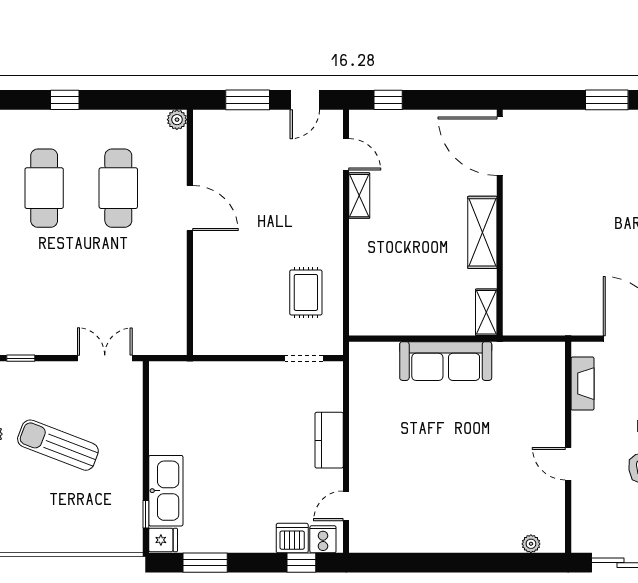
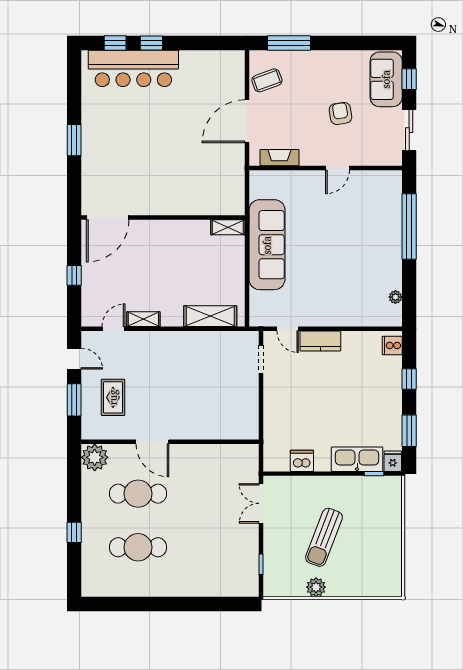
window: (388, 100) -> (74, 275), moved
plant: (177, 120) -> (95, 457), width x1.88, depth x1.88
door: (190, 208) -> (152, 442), swing flipped
shelving: (482, 232) -> (210, 316), moved
rug: (306, 292) -> (113, 397), moved, turned 90
sofa: (446, 361) -> (267, 245), width x1.36, depth x1.27
door: (346, 506) -> (288, 329), moved
dishwasher: (292, 538) -> (302, 461), moved, turned 90
plant: (531, 544) -> (395, 297), moved
window: (301, 563) -> (409, 379), moved
window: (487, 563) -> (409, 226), added

